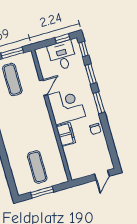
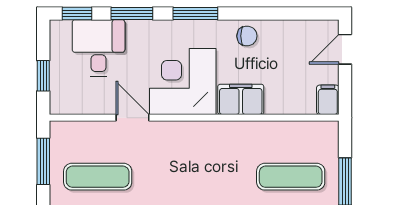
window: (62, 39) -> (43, 76), moved
desk: (62, 55) -> (99, 48), moved, turned 90
filing cabinet: (77, 174) -> (328, 100), added
door: (102, 175) -> (345, 49), swing flipped

